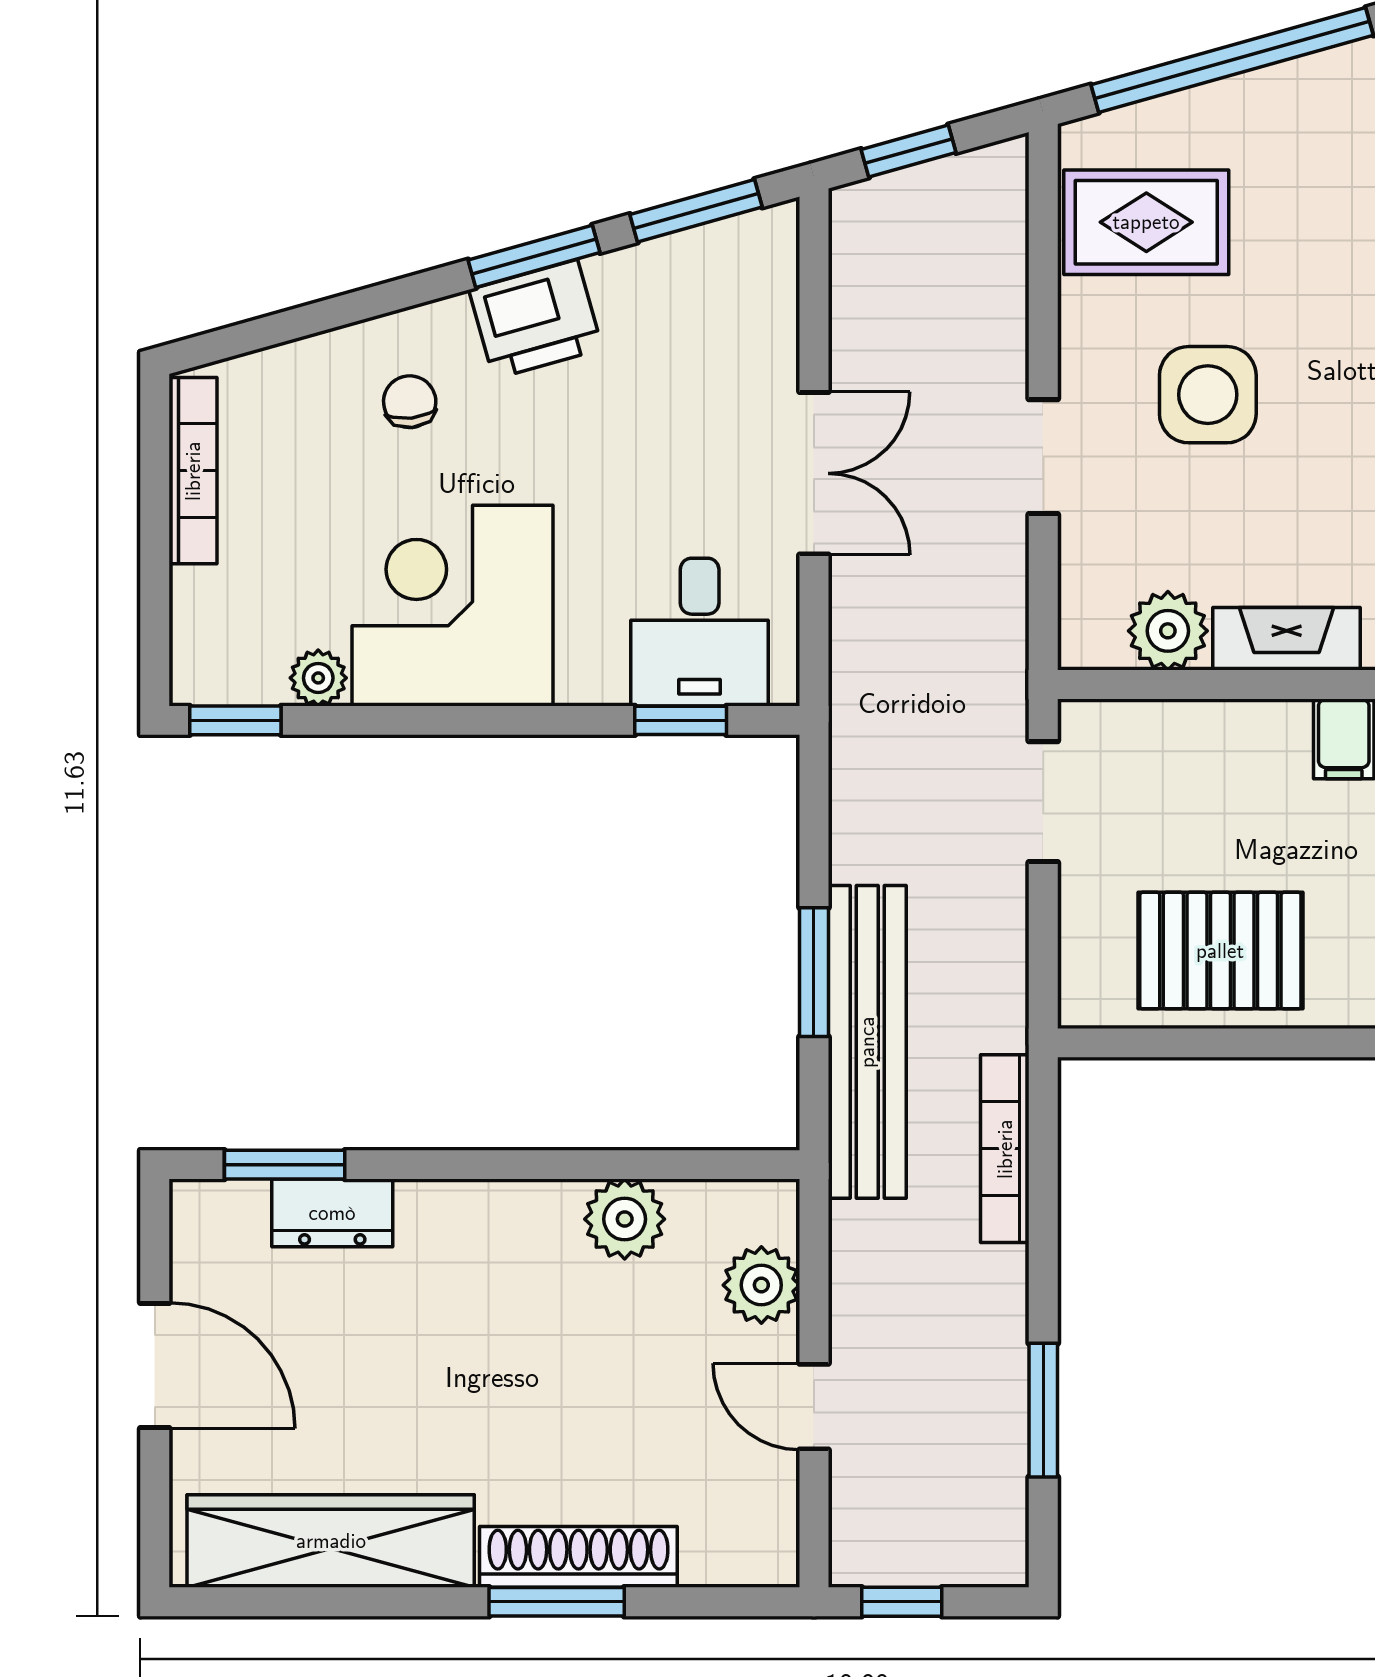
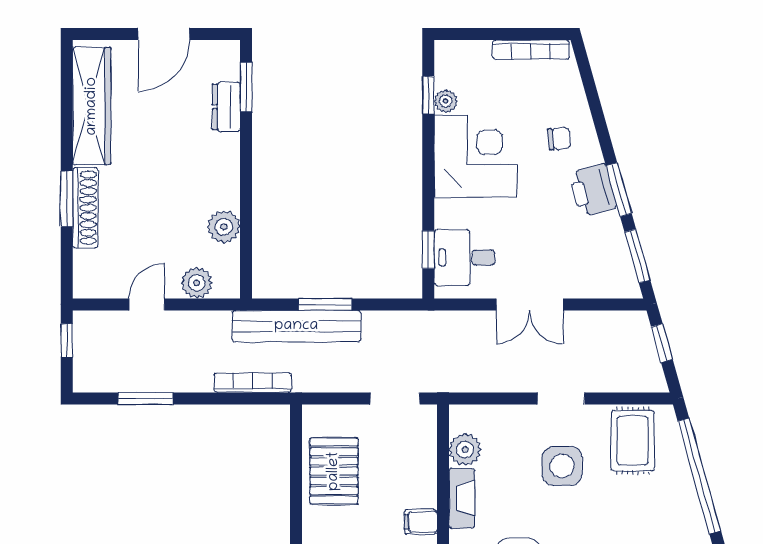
doorway: (1043, 457) -> (561, 398), moved
window: (235, 720) -> (428, 95), moved

